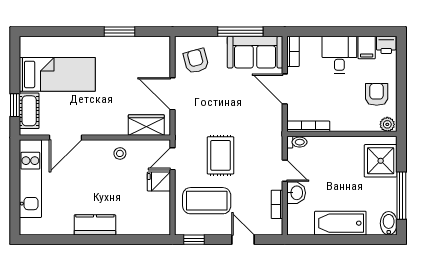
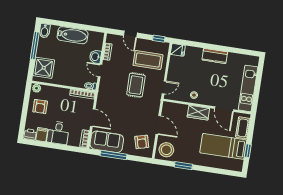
stool: (152, 54) -> (166, 150), added
window: (15, 105) -> (248, 151), moved
wardrobe: (146, 125) -> (198, 113), moved
door: (66, 137) -> (224, 109), swing flipped
fridge: (159, 182) -> (178, 50), moved

